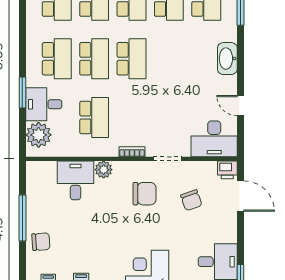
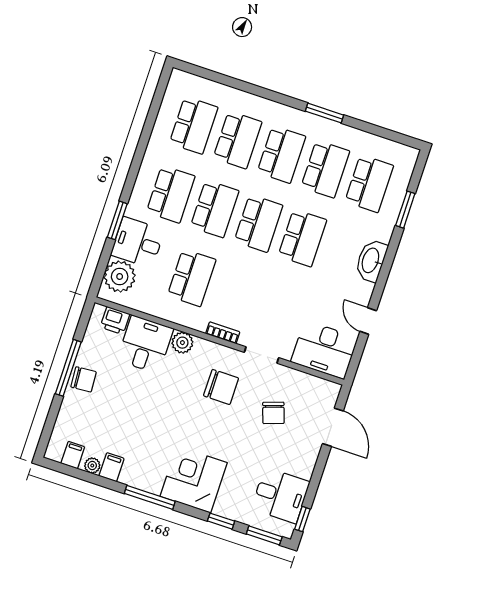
school desk: (169, 59) -> (302, 238), added
printer: (227, 170) -> (115, 321), moved
chair: (41, 242) -> (84, 379), moved

